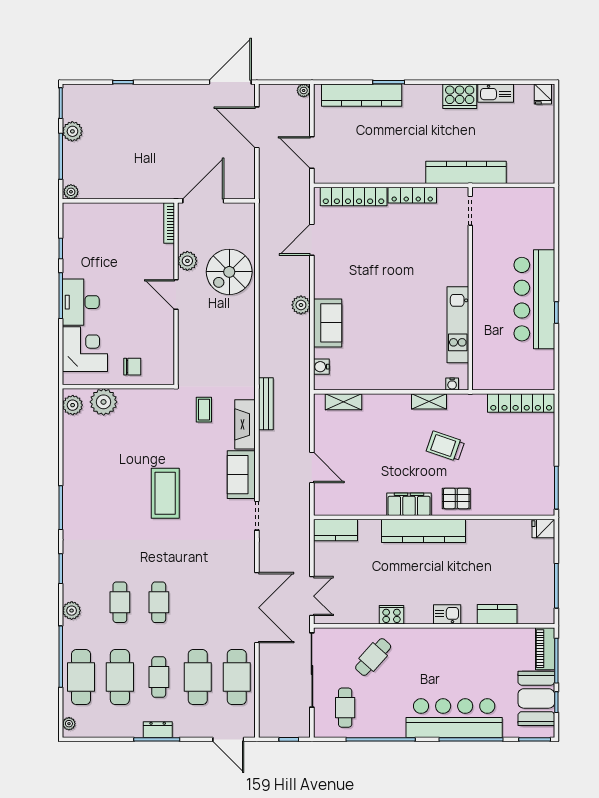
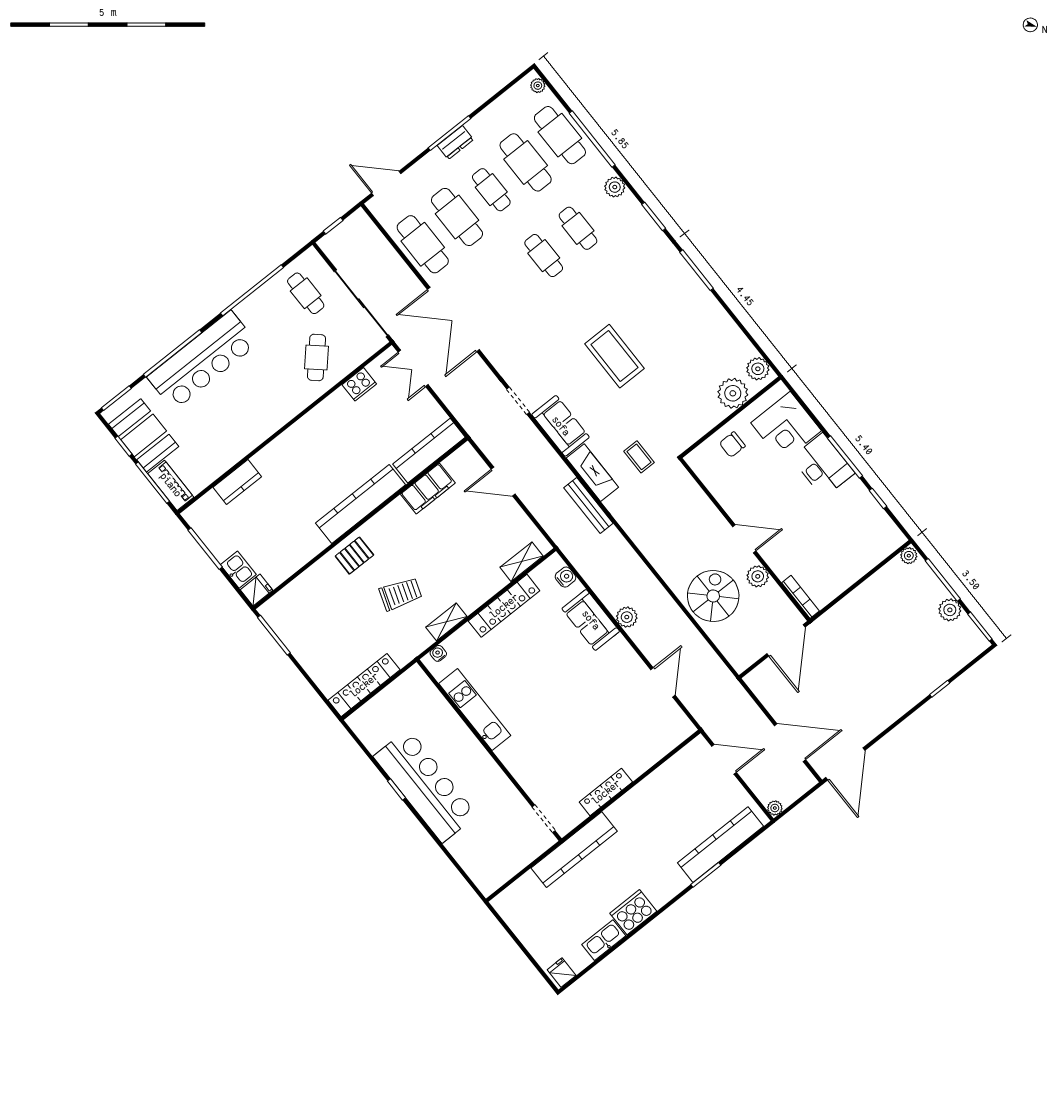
locker: (354, 196) -> (504, 606), moved, turned 180
filing cabinet: (409, 504) -> (428, 489), moved
kitchen counter: (335, 530) -> (429, 451), width x1.50
kitchen sink: (447, 614) -> (238, 570), moved, turned -90
cooker: (392, 615) -> (359, 384), moved

